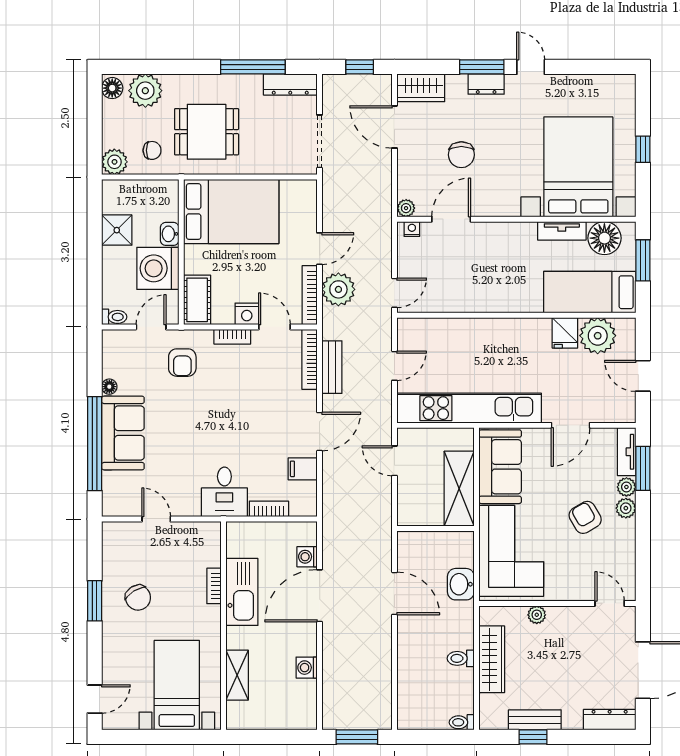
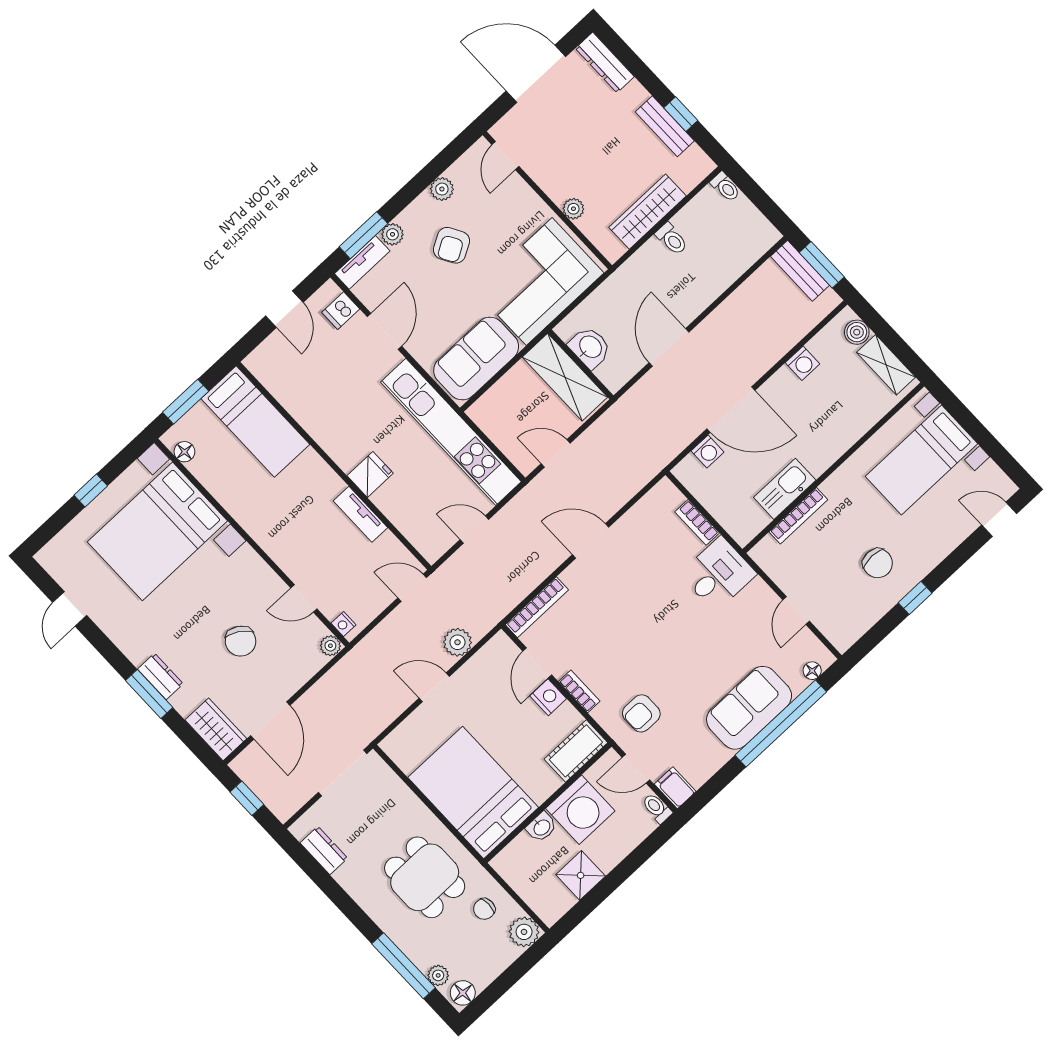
window: (253, 67) -> (404, 966), moved
door: (531, 67) -> (70, 609), moved
dresser: (290, 84) -> (324, 851), width x0.70
plant: (145, 91) -> (438, 975), width x0.53, depth x0.53
chair: (152, 150) -> (484, 909), turned -90
chair: (461, 155) -> (241, 641), turned 122
door: (451, 219) -> (304, 598), width x0.73
tv unit: (562, 231) -> (360, 514), moved, turned 180
floor lamp: (604, 238) -> (184, 452), width x0.53, depth x0.53
plant: (338, 289) -> (457, 642), width x0.73, depth x0.73
bookcase: (310, 295) -> (482, 659), removed
fridge: (565, 333) -> (370, 474), moved
plant: (598, 336) -> (286, 380), removed
armchair: (182, 363) -> (641, 713), turned 180
bench: (332, 367) -> (800, 271), moved, turned 90
floor lamp: (109, 387) -> (812, 671), moved
dishwasher: (609, 410) -> (341, 311), added
door: (570, 425) -> (385, 331), hinge flipped
door: (394, 461) -> (556, 453), swing flipped
filing cabinet: (303, 469) -> (675, 788), moved, turned 180
shelving: (459, 489) -> (565, 377), moved, turned 90
plant: (626, 508) -> (442, 189), moved
washbasin: (461, 584) -> (590, 347), moved, turned -90
bookcase: (214, 586) -> (798, 516), width x1.56
kitchen sink: (242, 592) -> (785, 489), width x0.73, depth x0.81
chair: (138, 598) -> (878, 563), turned 122
window: (95, 601) -> (915, 598), width x0.67
shelving: (237, 675) -> (886, 365), moved, turned 90
boiler: (294, 719) -> (857, 332), added

